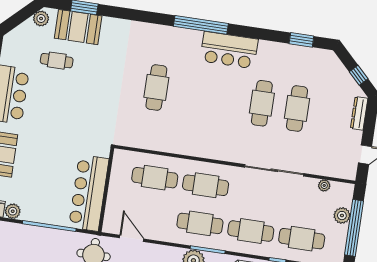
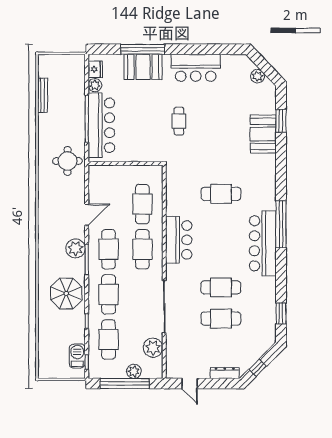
plant: (41, 18) -> (258, 76), moved
booth: (78, 27) -> (263, 134), moved
bar counter: (229, 50) -> (263, 243), width x1.36
cafe table: (57, 61) -> (179, 121), moved
bar counter: (201, 143) -> (179, 240), added
plant: (324, 185) -> (153, 348), width x1.88, depth x1.88
bar counter: (89, 193) -> (101, 125), moved, turned 90
door: (132, 238) -> (87, 215), moved

